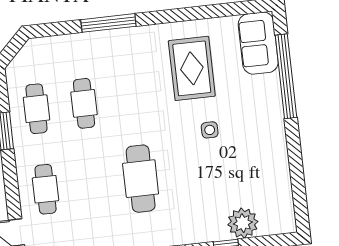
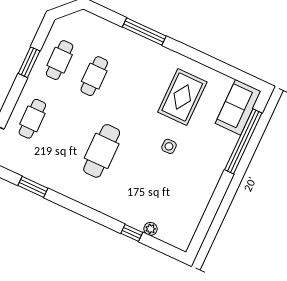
plant: (243, 223) -> (151, 229), width x0.53, depth x0.53

